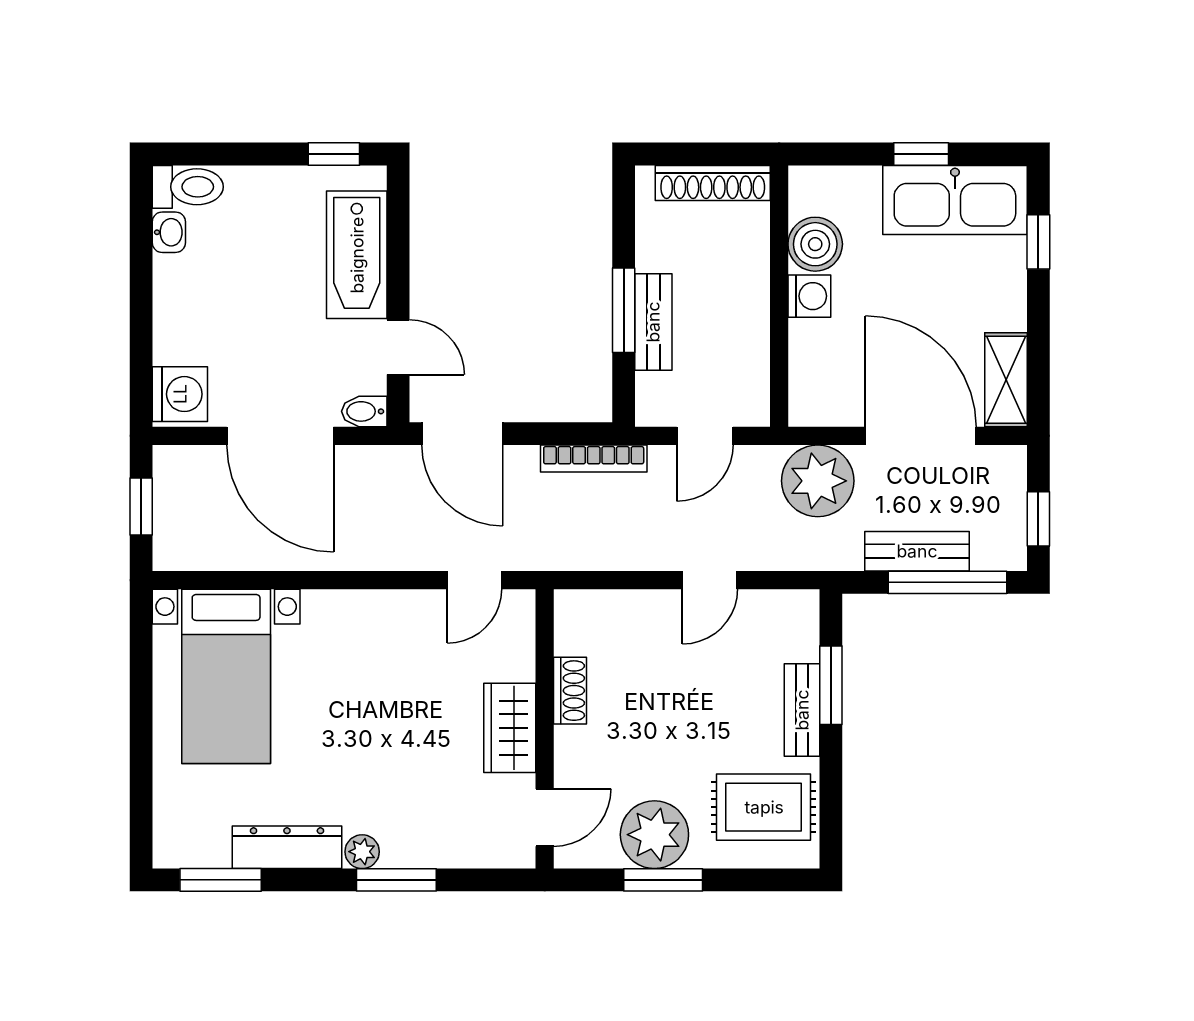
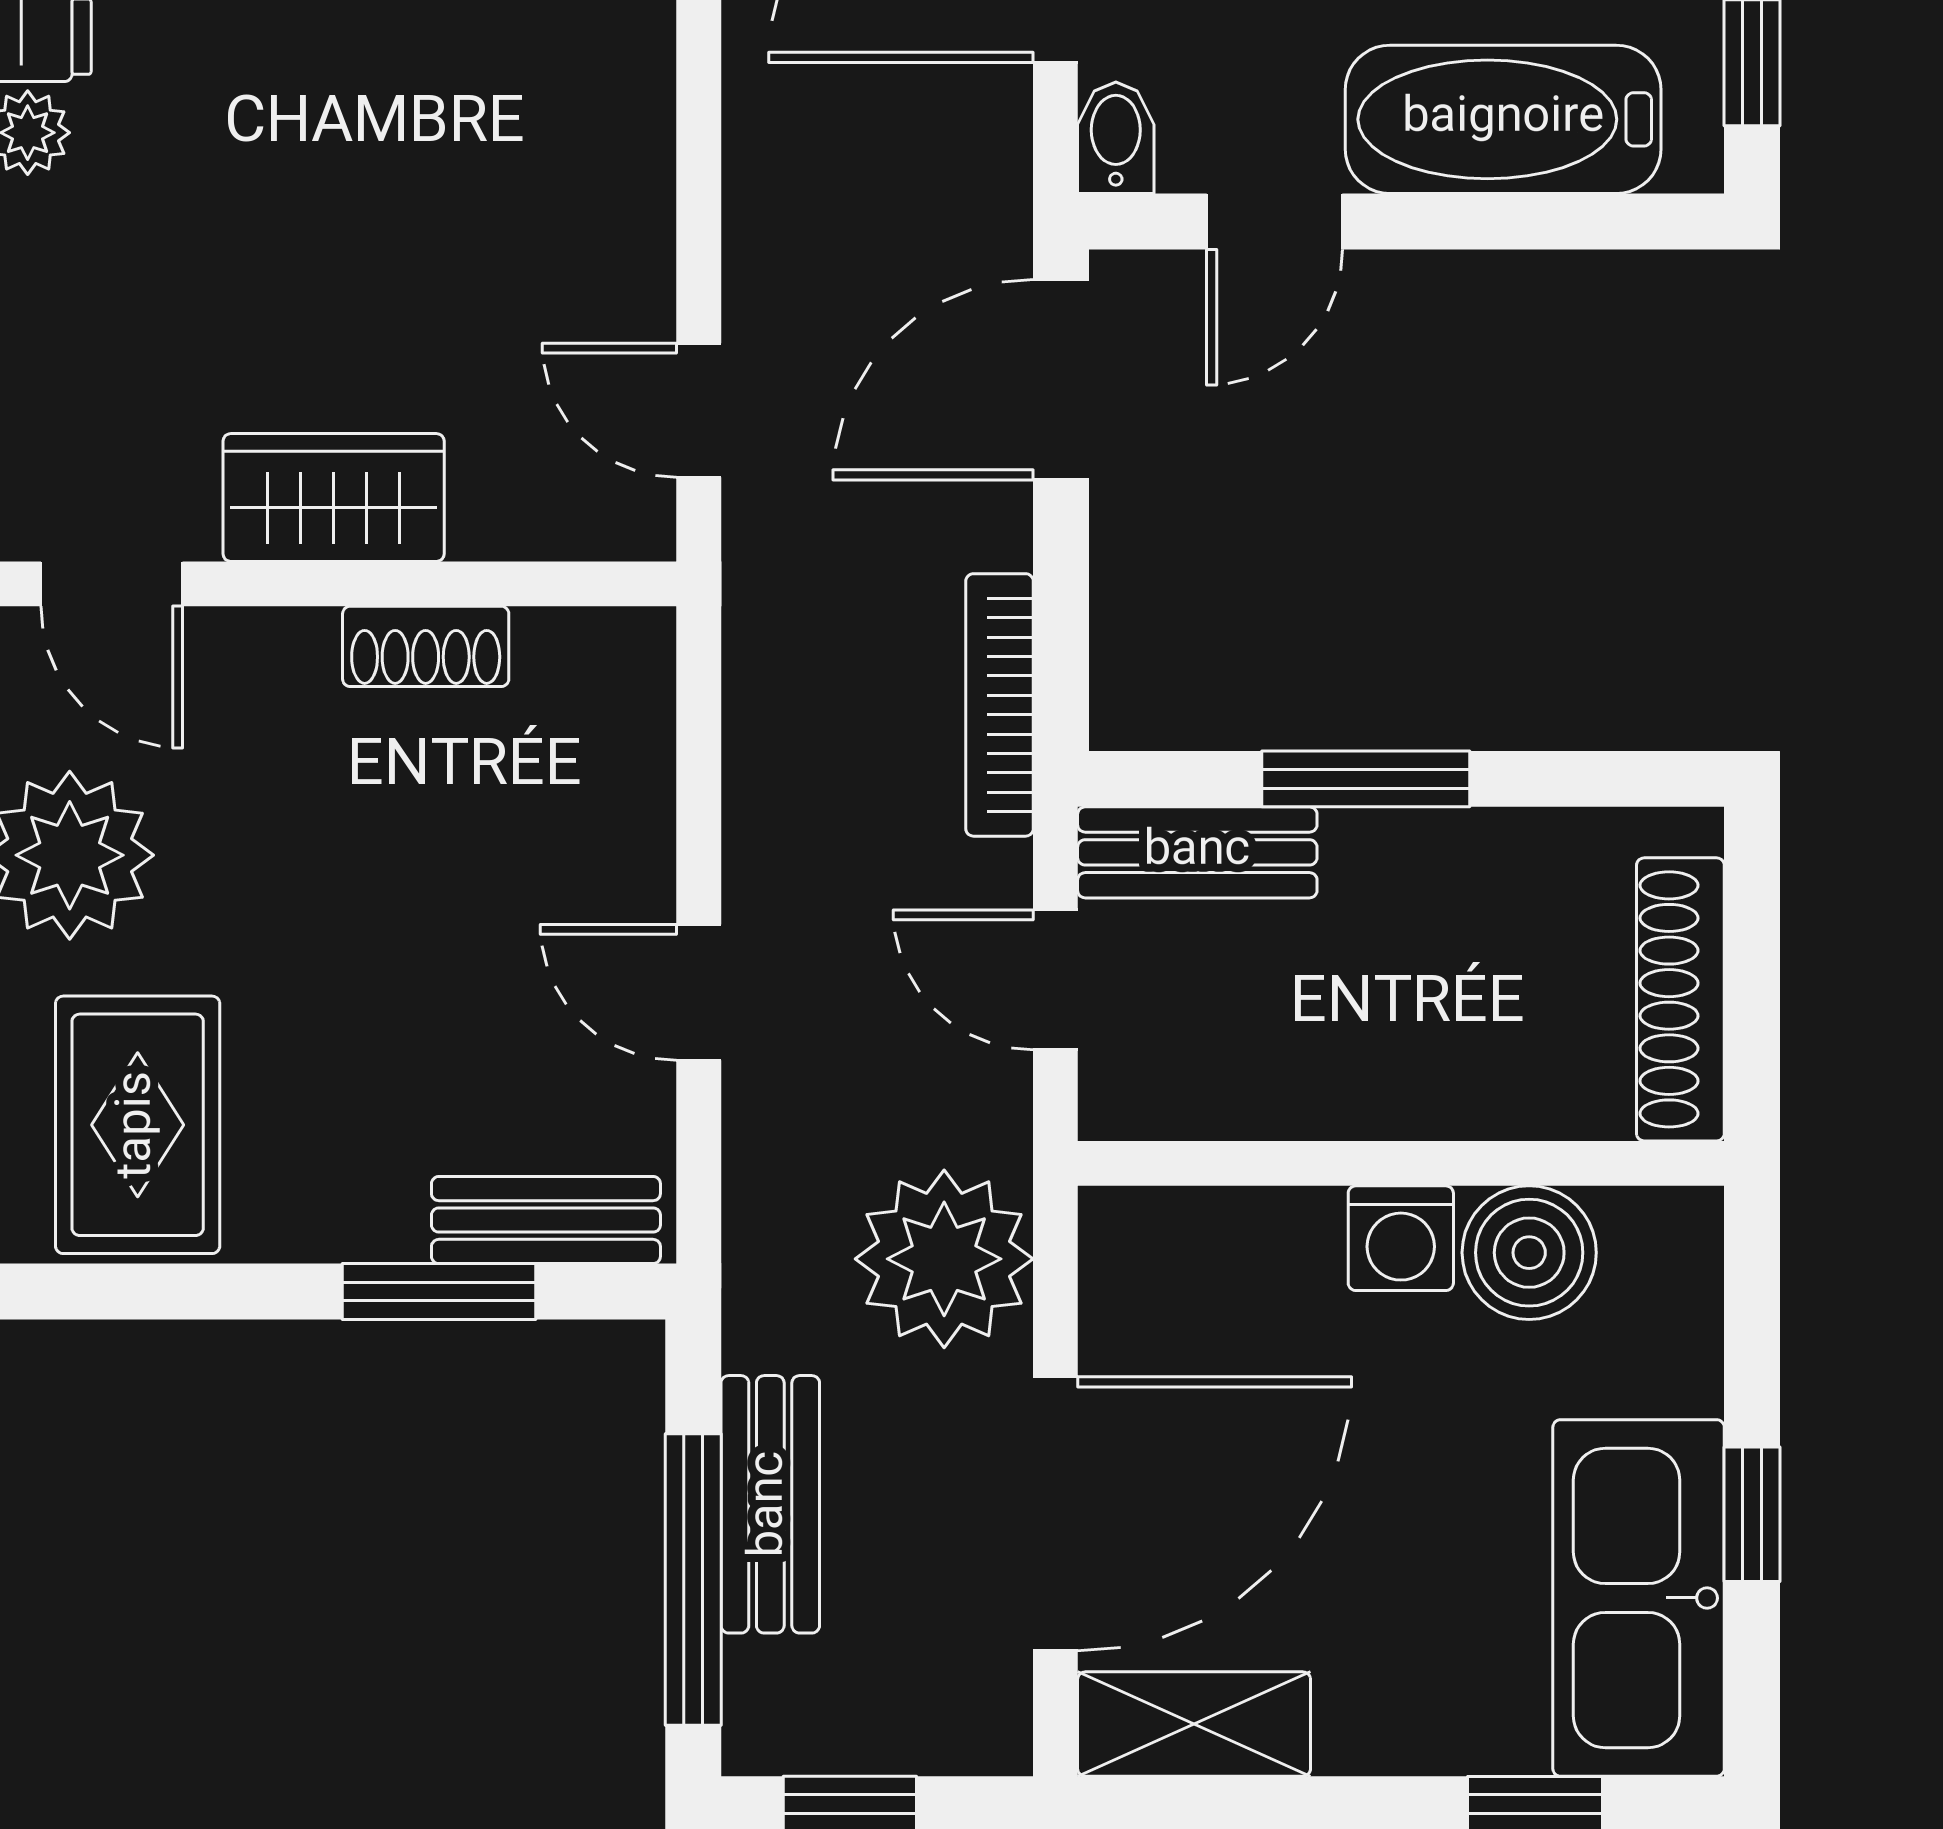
bench: (653, 322) -> (1197, 852), moved
bench: (802, 710) -> (546, 1220), moved

